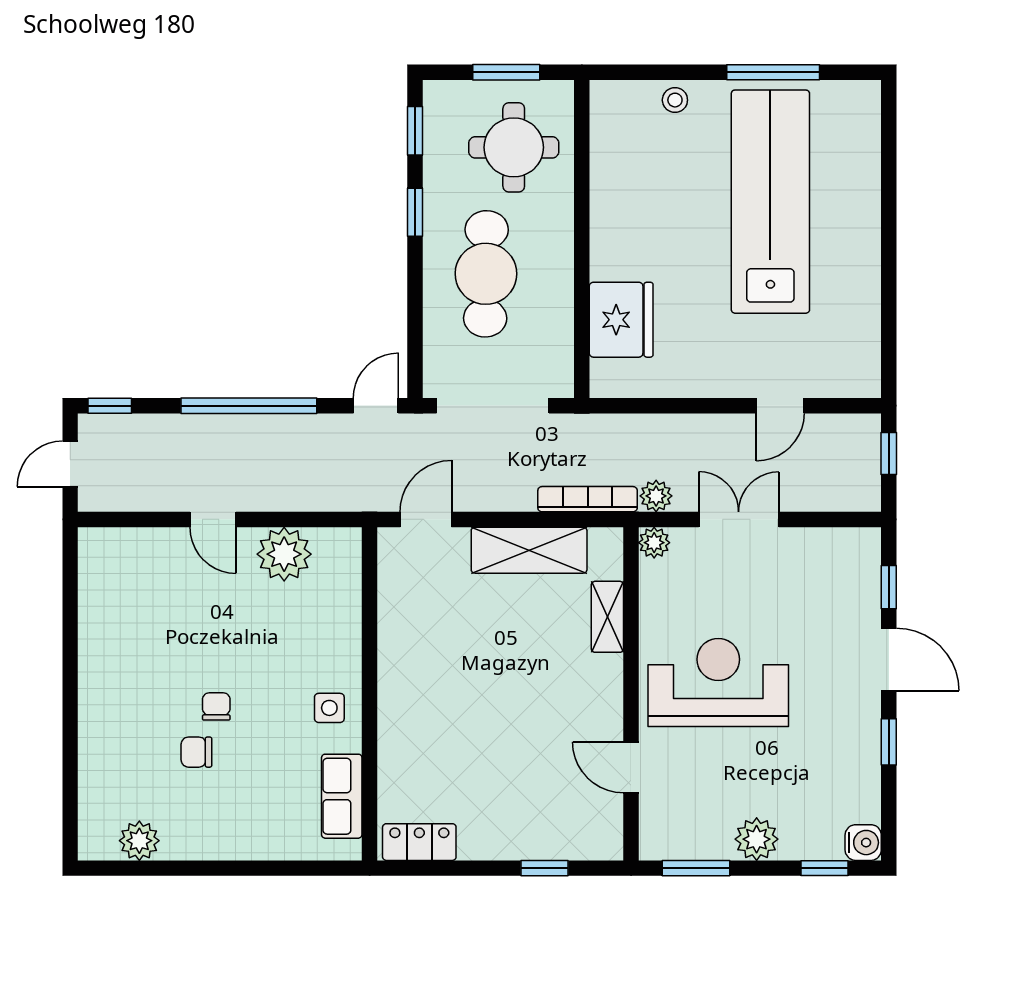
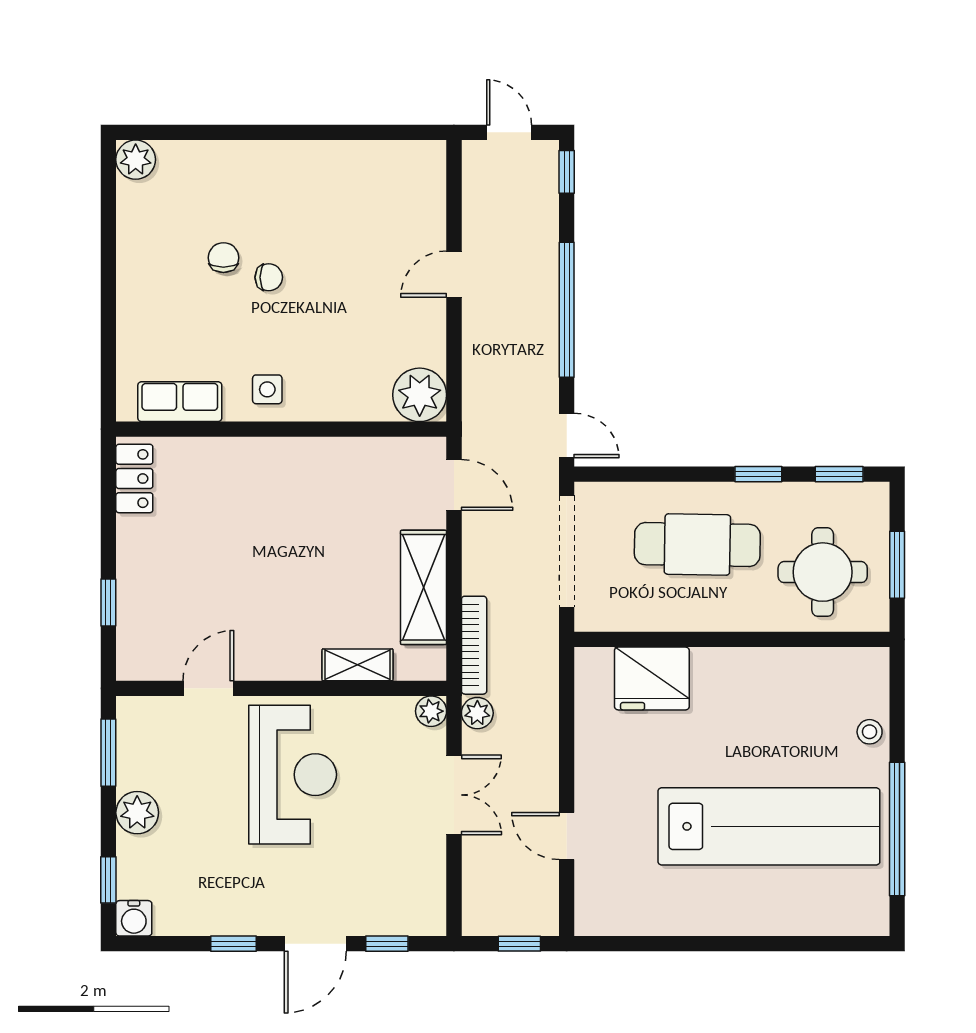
window: (773, 72) -> (897, 829), width x1.46
plant: (284, 554) -> (420, 395), moved
plant: (139, 841) -> (136, 160), moved

